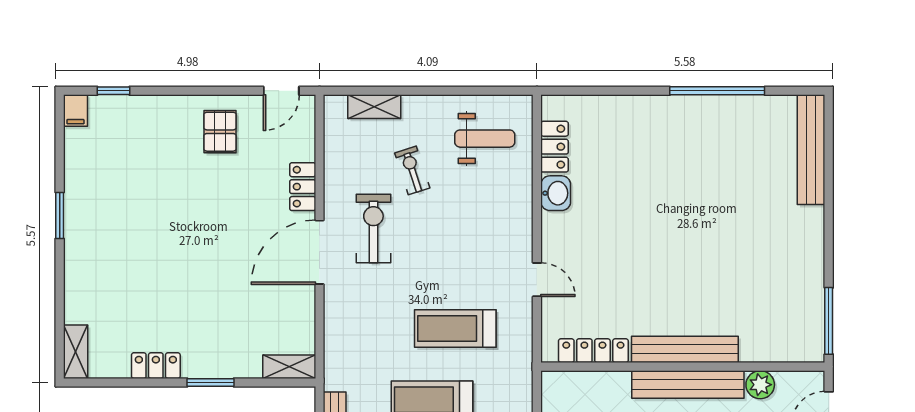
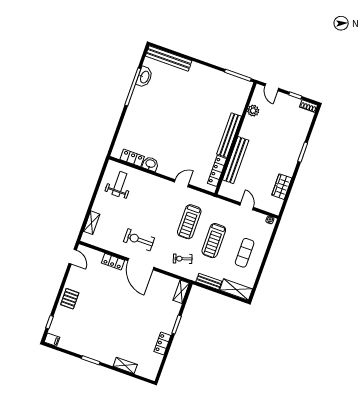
washbasin: (749, 109) -> (144, 77), added
pallet: (220, 132) -> (70, 299), moved, turned 90
exercise bike: (412, 170) -> (183, 259), moved
shelving: (76, 352) -> (125, 365), moved
bench: (688, 384) -> (236, 160), moved

